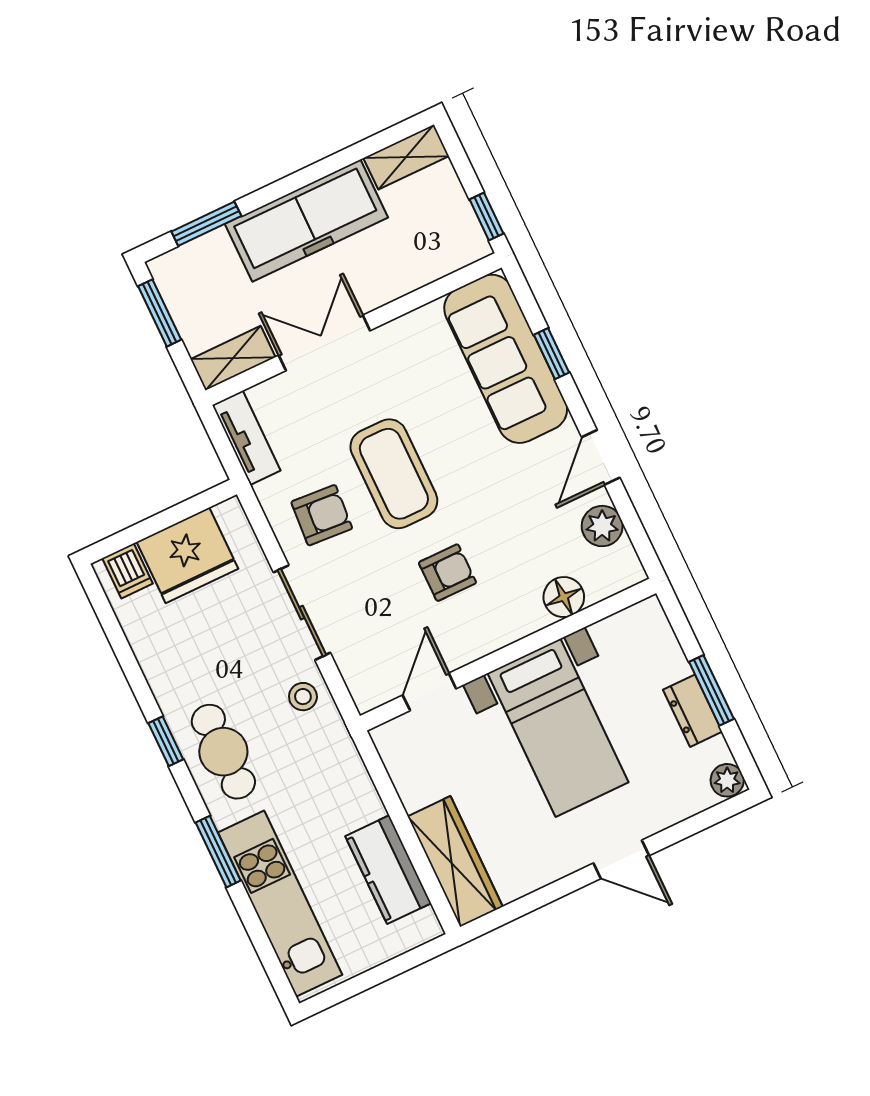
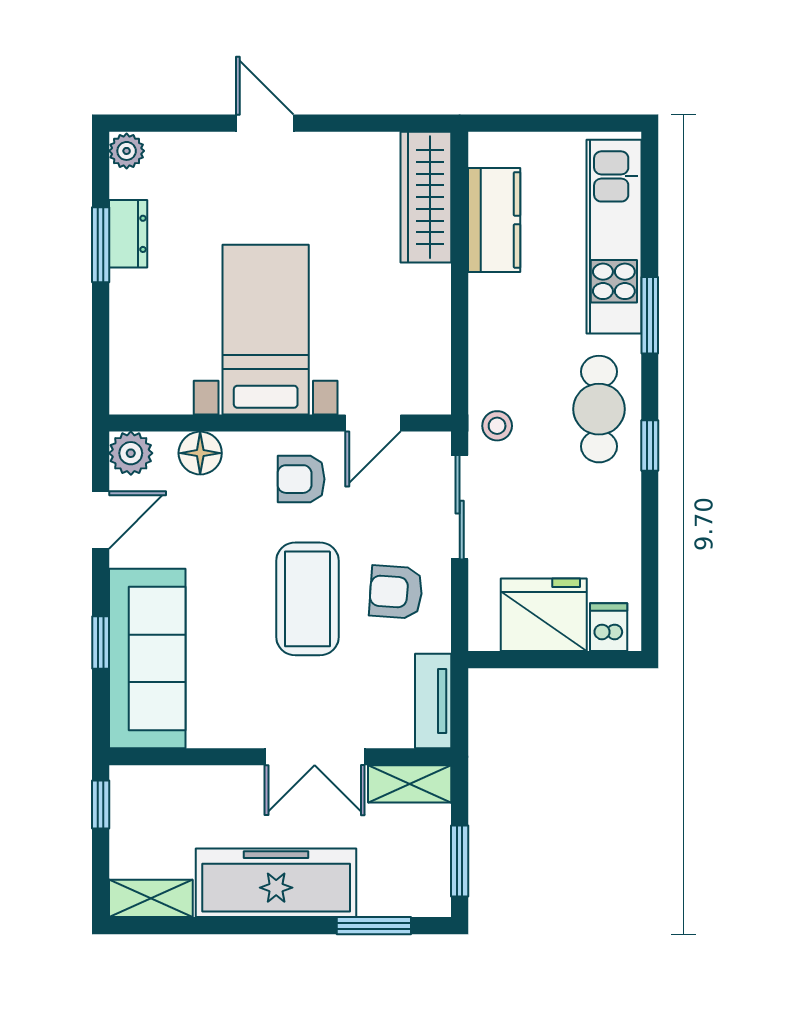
floor lamp: (564, 597) -> (200, 453), moved
wall: (508, 655) -> (280, 423), moved
door: (429, 692) -> (373, 423), moved
bed with nightstands: (558, 728) -> (266, 330), moved

